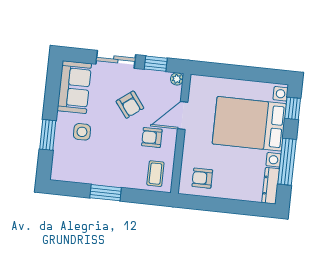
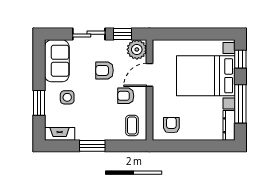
plant: (177, 79) -> (137, 49), width x1.87, depth x1.87
armchair: (130, 105) -> (105, 70), turned 127
fireplace: (68, 174) -> (60, 134), added
armchair: (202, 178) -> (171, 125), turned 90

